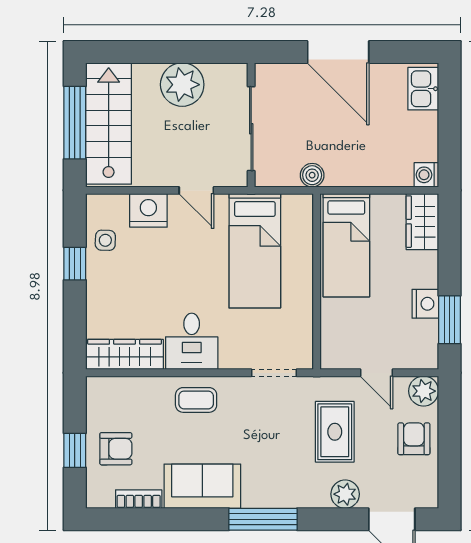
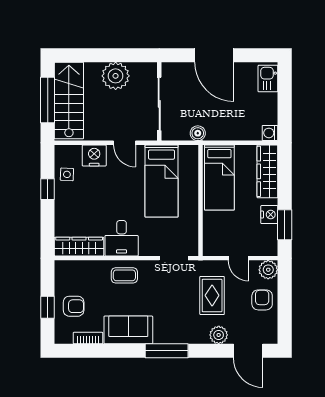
wardrobe: (422, 222) -> (267, 171), width x1.50

